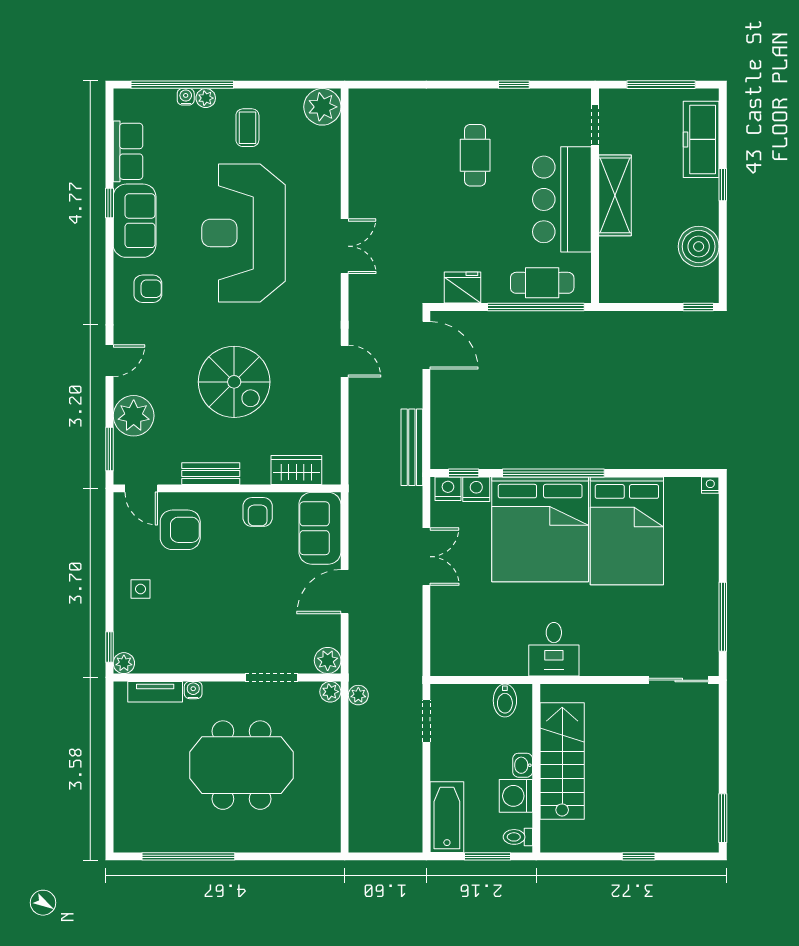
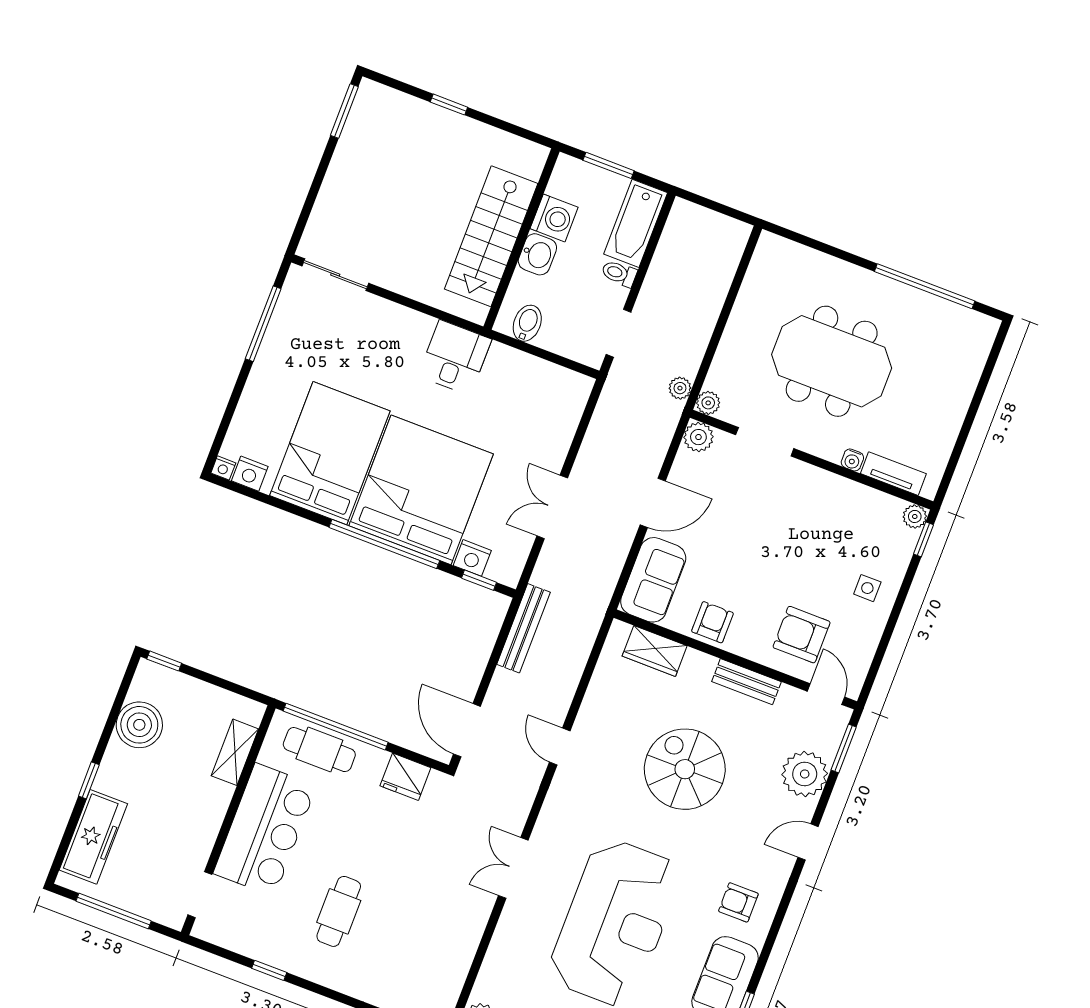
shelving: (615, 195) -> (235, 752), moved, width x0.67, depth x0.75
nightstand: (448, 489) -> (250, 474), moved
washbasin: (523, 765) -> (537, 254), width x1.38, depth x1.45
toilet: (518, 837) -> (619, 273), moved, turned 180

